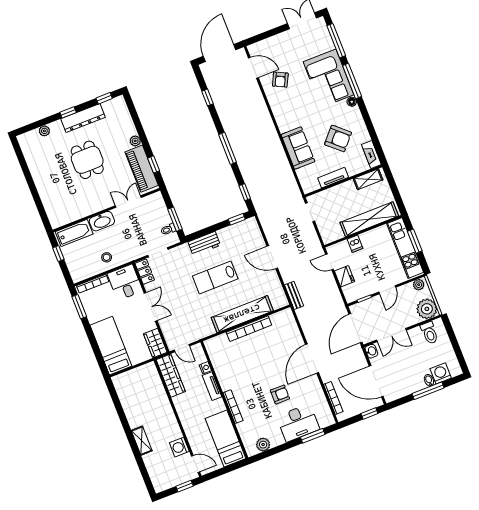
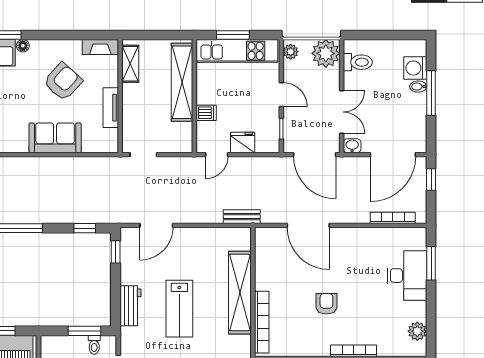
door: (272, 257) -> (156, 225), moved
bookcase: (249, 329) -> (262, 322), moved
door: (312, 359) -> (308, 225), moved
armchair: (280, 395) -> (326, 304), moved

